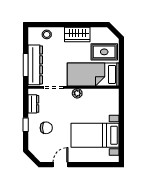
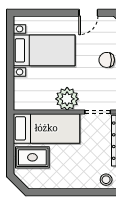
wardrobe: (77, 34) -> (67, 180), removed
plant: (77, 93) -> (67, 99), width x1.88, depth x1.88

